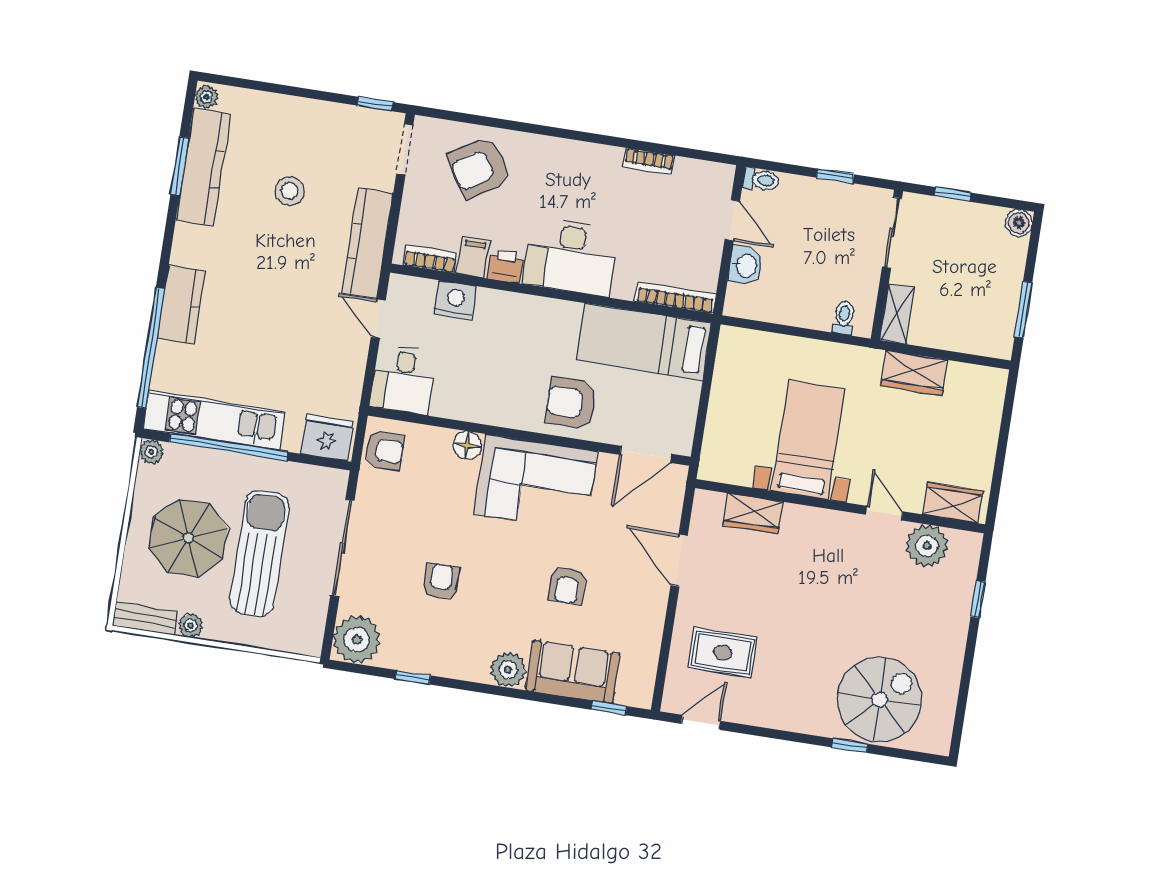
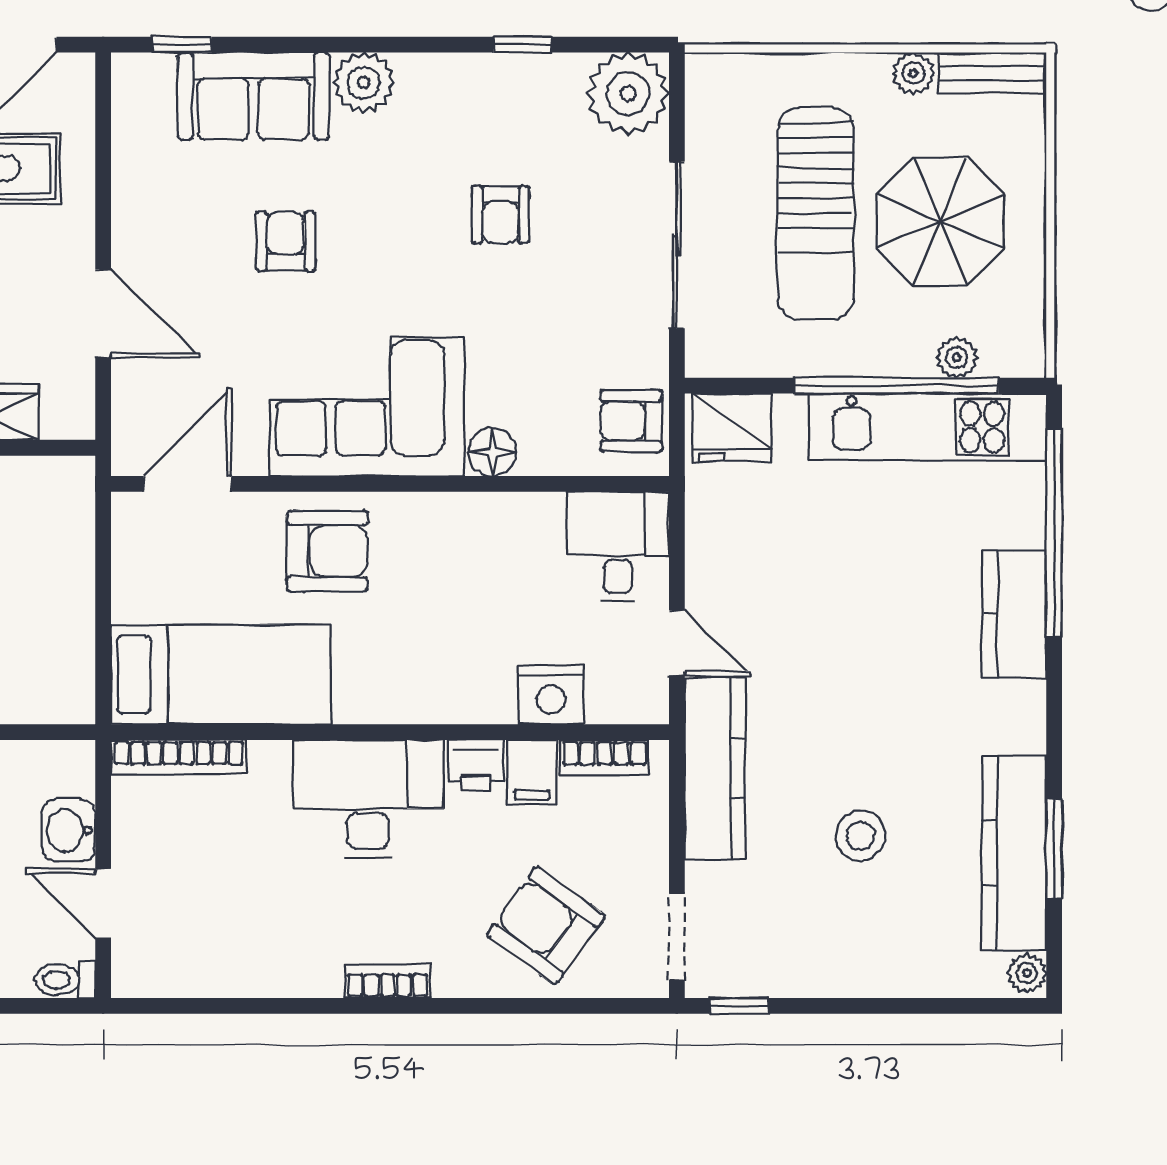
bookcase: (649, 161) -> (388, 981), moved
armchair: (479, 168) -> (546, 926), turned -111
plant: (151, 452) -> (957, 358), moved

